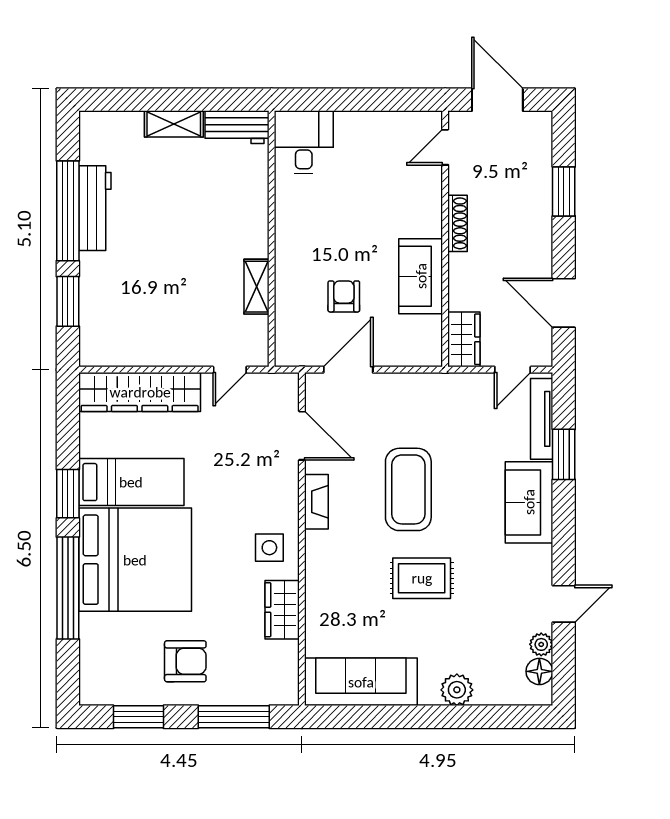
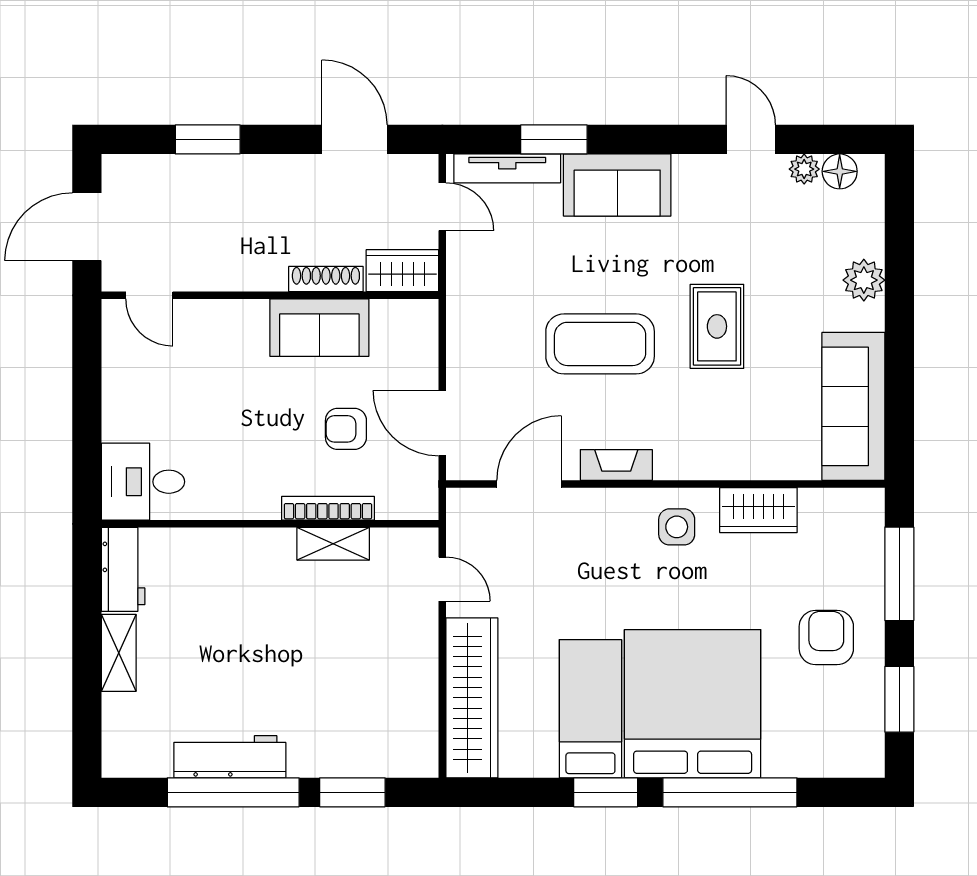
shoe rack: (458, 223) -> (326, 279), moved
bookcase: (283, 283) -> (328, 508), added
door: (564, 303) -> (355, 139), swing flipped

